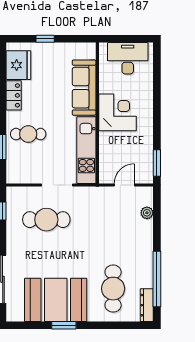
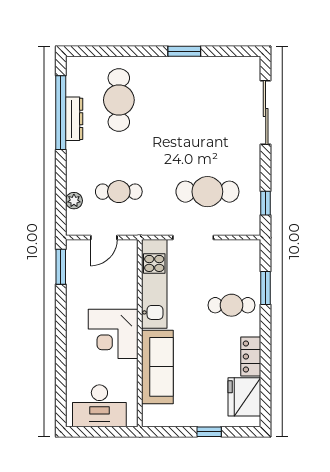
cafe table: (113, 220) -> (119, 192), added
booth: (56, 300) -> (195, 85), removed
dresser: (147, 305) -> (74, 119), moved

